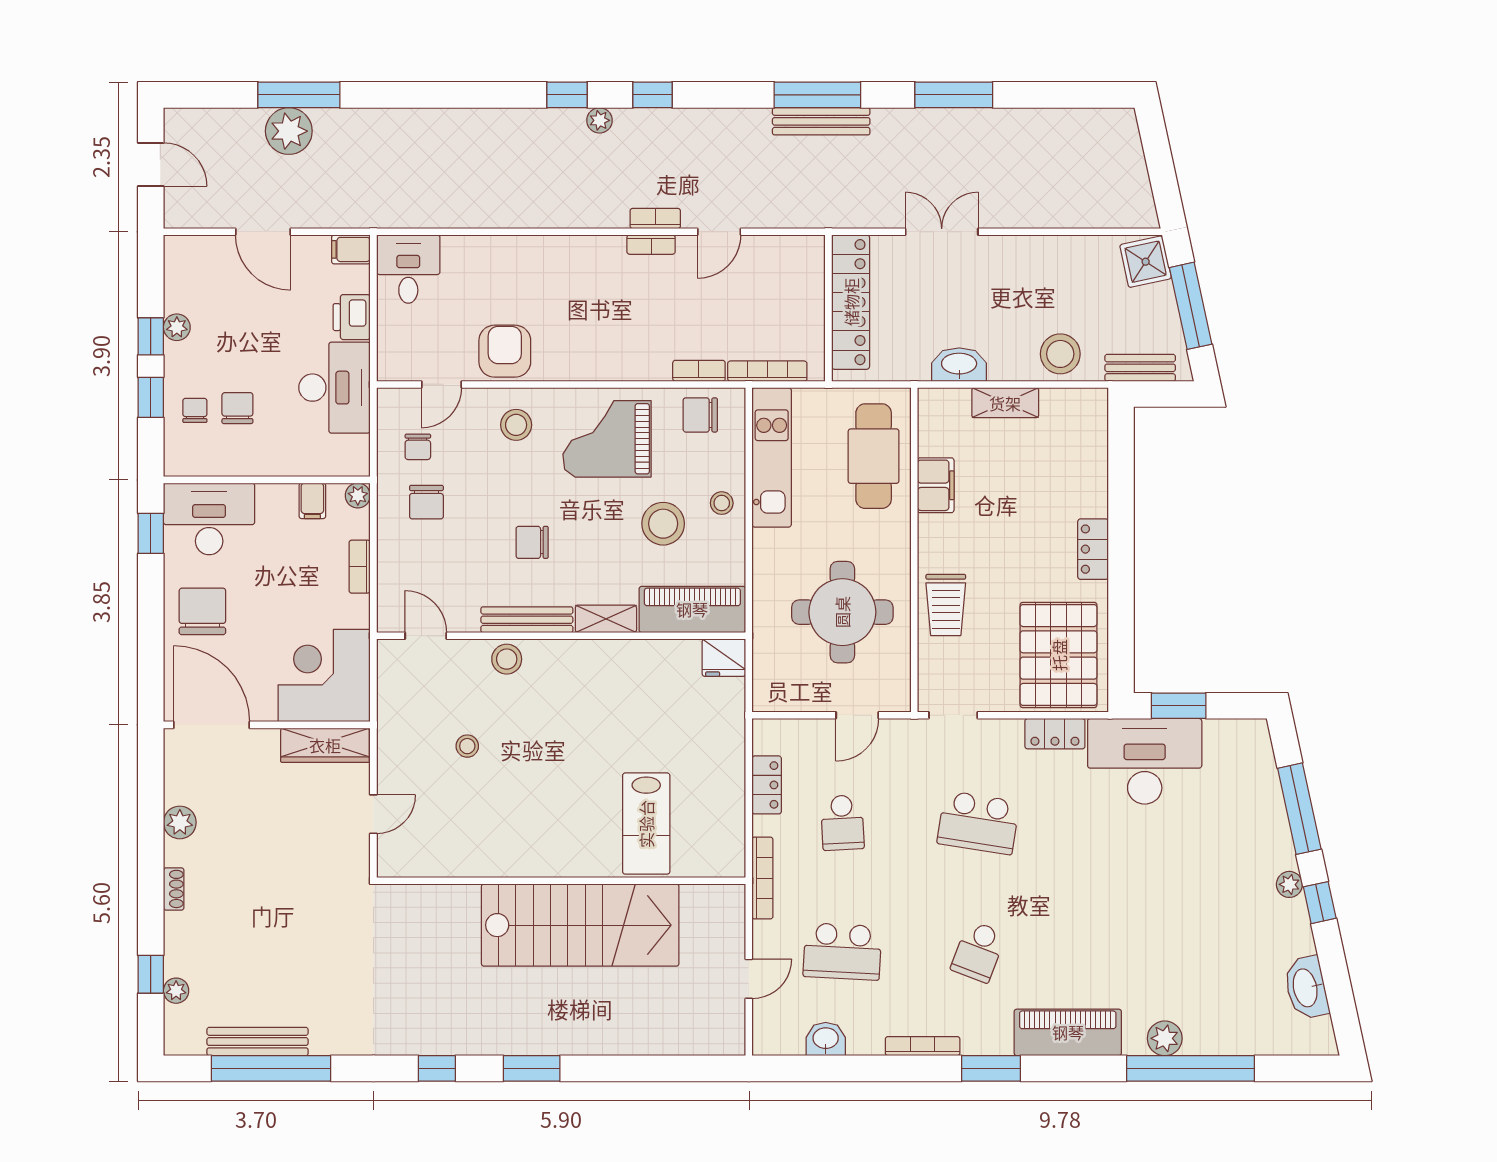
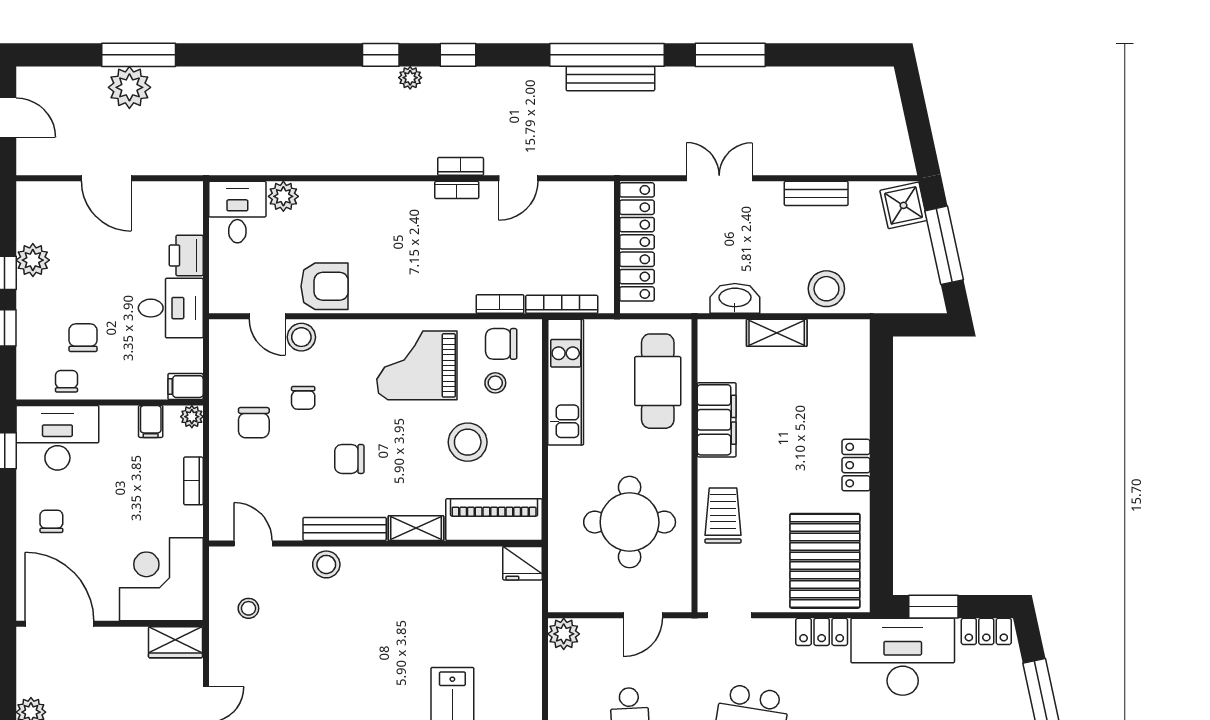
window: (817, 95) -> (607, 55), width x1.46
filing cabinet: (351, 249) -> (186, 387), moved
plant: (459, 252) -> (283, 196), added
plant: (177, 327) -> (33, 260), width x1.38, depth x1.38
armchair: (505, 351) -> (325, 286), turned 90
bench: (1140, 368) -> (816, 193), moved
door: (441, 384) -> (267, 316), hinge flipped
desk: (335, 388) -> (171, 308), width x0.73
chair: (195, 410) -> (66, 381), moved
stool: (516, 425) -> (301, 337), moved
chair: (418, 447) -> (303, 398), moved
filing cabinet: (936, 485) -> (717, 420), width x1.50, depth x1.17
stool: (722, 503) -> (495, 383), moved
trolley: (946, 605) -> (723, 516), turned 180
chair: (202, 611) -> (51, 521), width x0.54, depth x0.54
plant: (769, 736) -> (564, 634), added
wardrobe: (325, 745) -> (176, 642), width x0.67
stool: (467, 746) -> (248, 608), moved
locker: (767, 785) -> (986, 631), moved, turned 90

